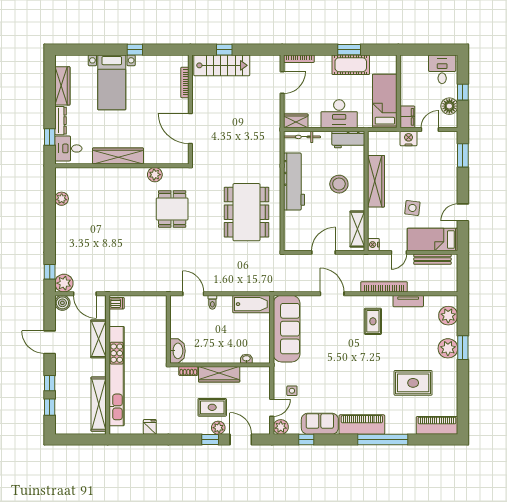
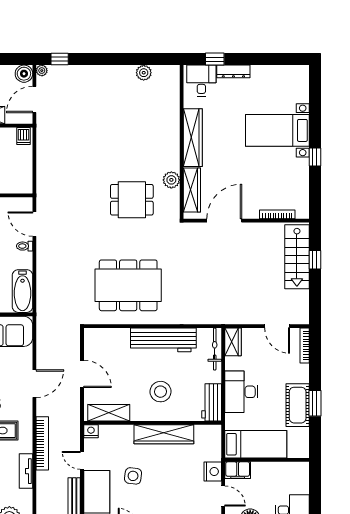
wardrobe: (62, 86) -> (192, 190), moved, turned -90
plant: (64, 283) -> (42, 71), width x0.53, depth x0.53
door: (193, 294) -> (34, 224), swing flipped

